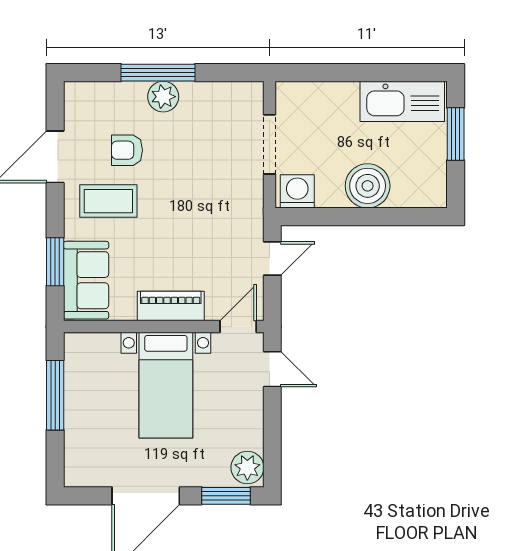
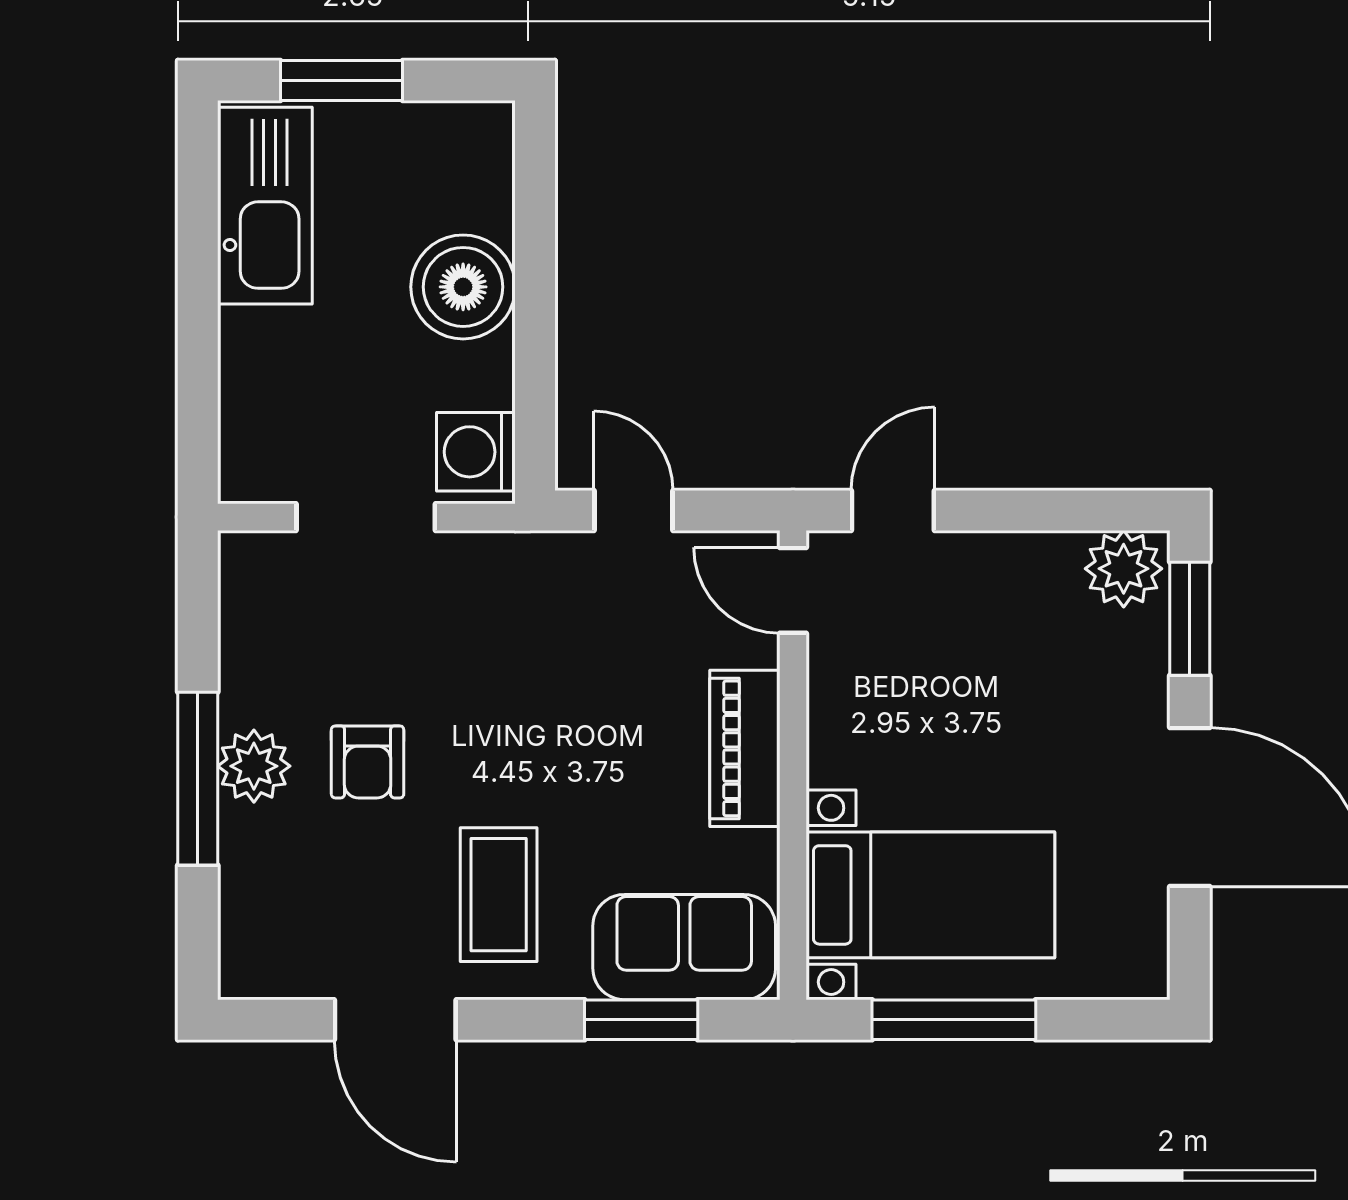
armchair: (127, 150) -> (368, 762), moved
bed with nightstands: (166, 385) -> (930, 895), moved

